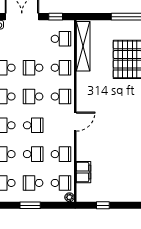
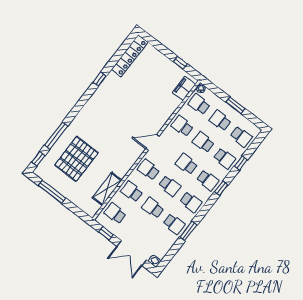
shelving: (83, 46) -> (107, 189), width x0.68
school desk: (33, 68) -> (153, 208), turned 180
filing cabinet: (83, 172) -> (184, 88), moved
school desk: (33, 183) -> (220, 120), turned 180

